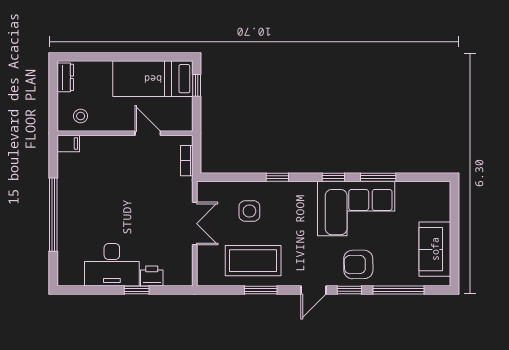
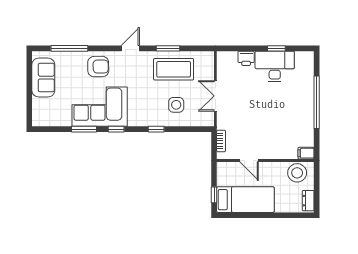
stool: (81, 116) -> (297, 173), width x1.89, depth x1.89
window: (137, 290) -> (276, 48), moved
window: (349, 290) -> (105, 48), removed

